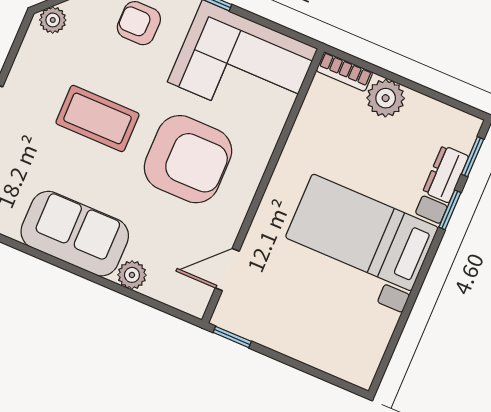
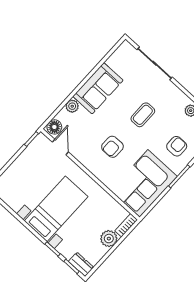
coffee table: (97, 118) -> (143, 115), width x0.73, depth x0.77
armchair: (188, 159) -> (112, 147), width x0.53, depth x0.53
dresser: (446, 174) -> (81, 264), moved
floor lamp: (189, 297) -> (54, 127), added

